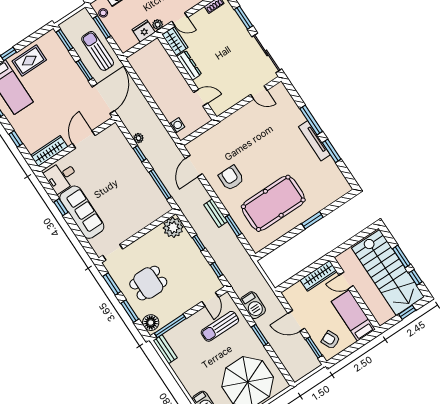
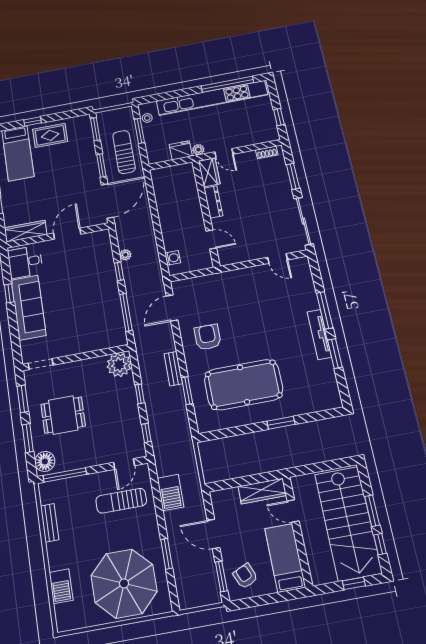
window: (260, 335) -> (167, 554), moved
bench: (165, 349) -> (50, 523), moved

